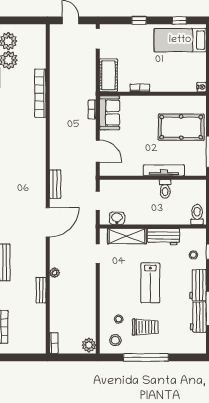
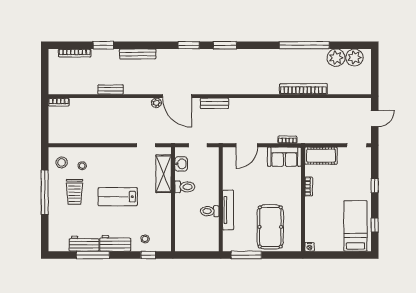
toilet: (197, 214) -> (185, 187), moved
workbench: (163, 237) -> (163, 209), removed
plant: (55, 273) -> (156, 103), moved
plant: (89, 345) -> (57, 136), removed

